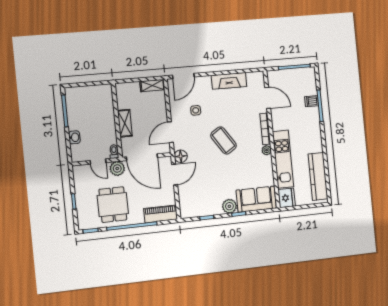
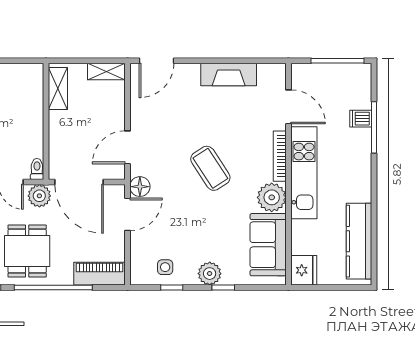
side table: (196, 110) -> (165, 267), moved
shelving: (125, 123) -> (58, 88), moved
plant: (267, 150) -> (272, 197), width x1.87, depth x1.87
kitchen unit: (283, 159) -> (304, 173), moved
sofa: (256, 199) -> (268, 245), moved, turned -90

